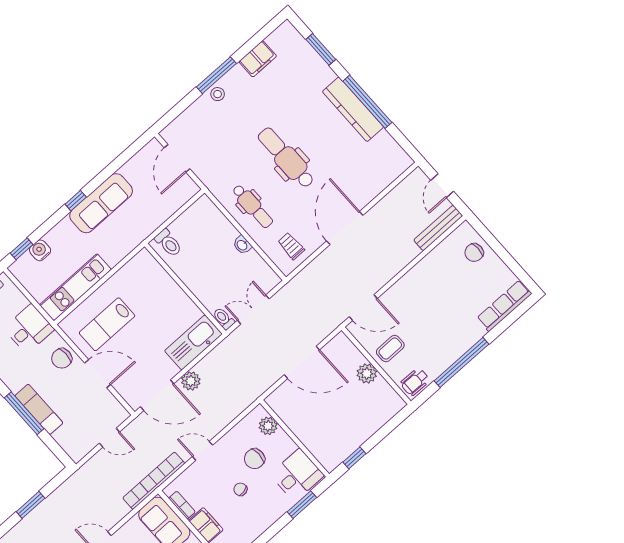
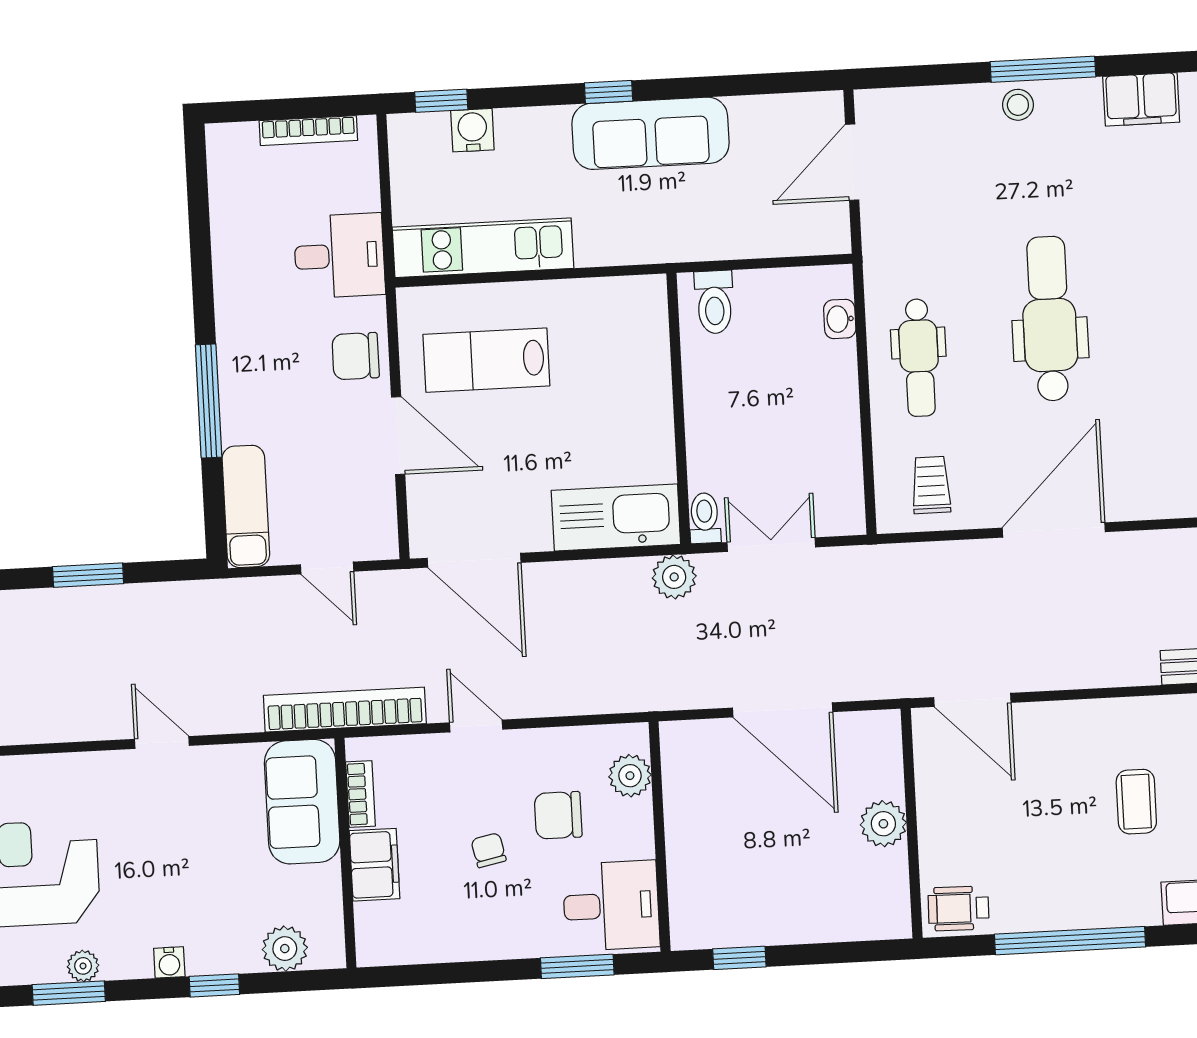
washbasin: (242, 245) -> (840, 319), moved
coffee table: (390, 349) -> (1136, 802), moved, turned 90
plant: (191, 381) -> (674, 577), moved
exam couch: (39, 409) -> (246, 506), moved

